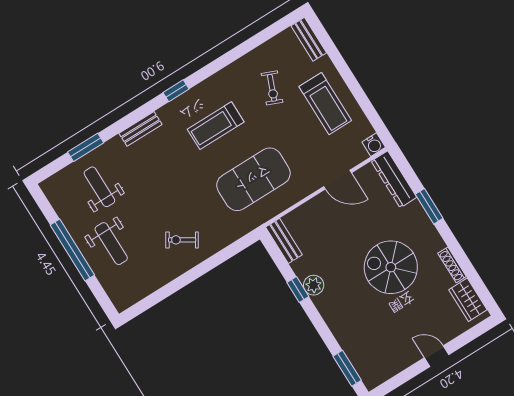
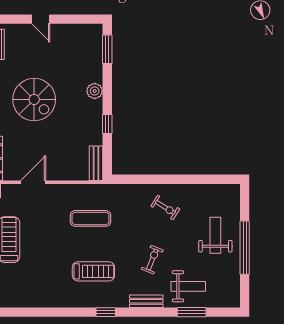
exercise bike: (272, 88) -> (152, 260), moved
exercise mat: (253, 179) -> (90, 218), width x0.50, depth x0.69
door: (338, 180) -> (33, 182), hinge flipped
weight bench: (99, 187) -> (188, 286), moved, turned -90
plant: (314, 285) -> (95, 91), moved

